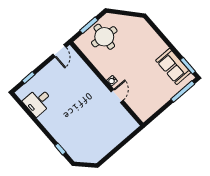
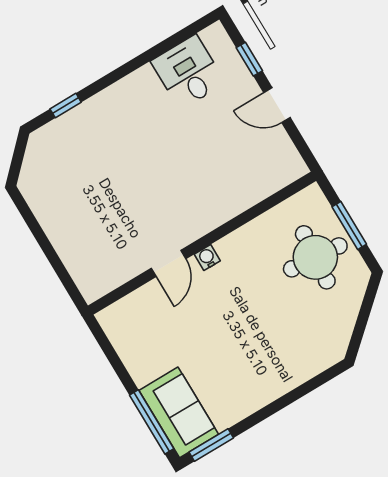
door: (59, 51) -> (277, 105), moved
sofa: (173, 66) -> (179, 412), moved, turned 90
door: (117, 96) -> (168, 263), hinge flipped

